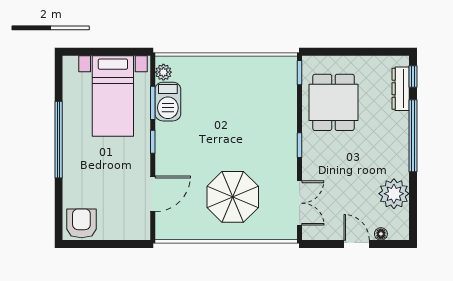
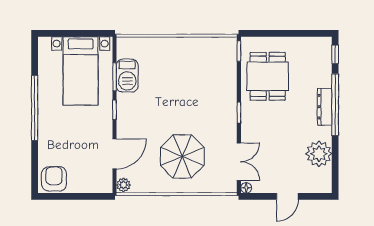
plant: (163, 72) -> (123, 185), moved
dresser: (401, 89) -> (325, 107), moved
floor lamp: (381, 234) -> (246, 188), moved
door: (357, 244) -> (287, 196), swing flipped

